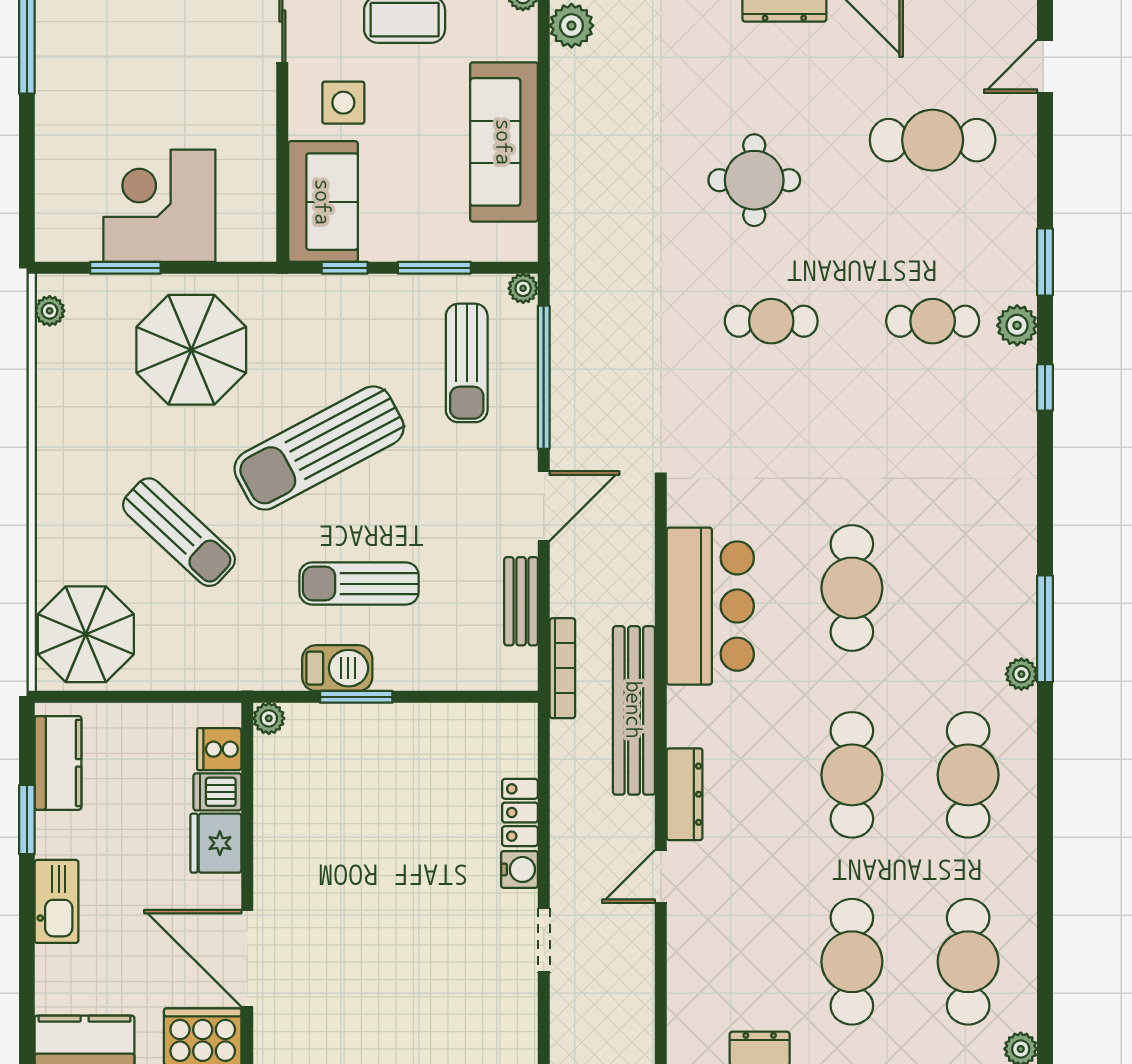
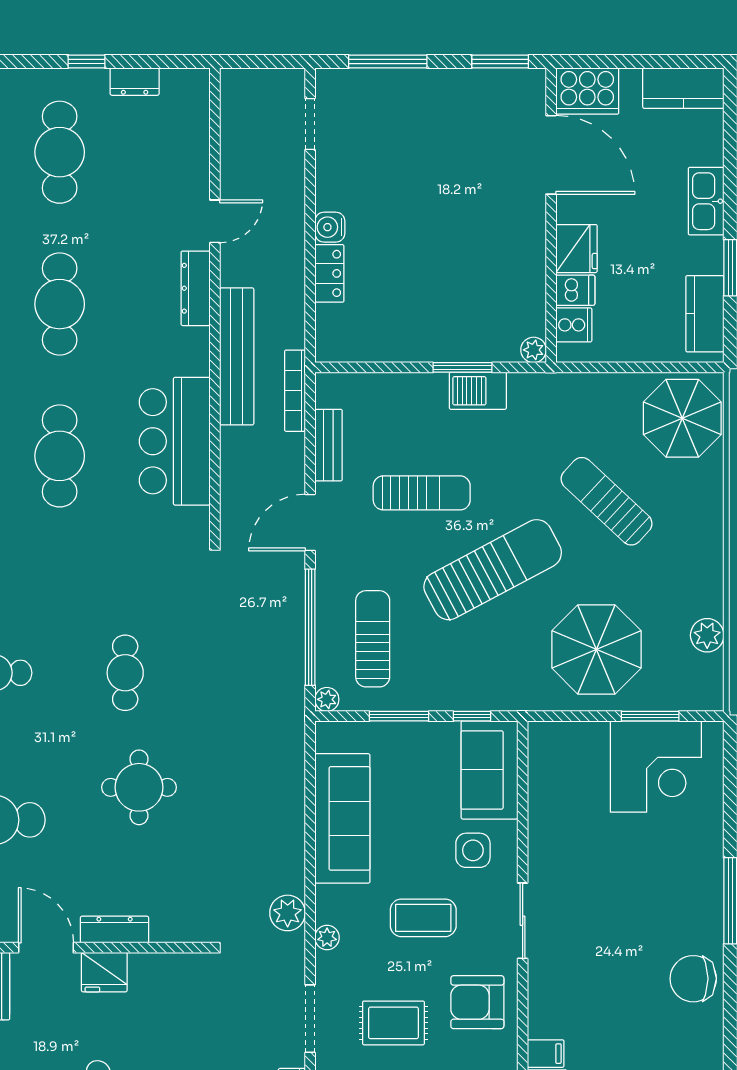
corner desk: (159, 206) -> (656, 767), moved
plant: (50, 311) -> (707, 635), moved, width x1.38, depth x1.38
cafe table: (771, 321) -> (125, 673), turned 90
sun lounger: (359, 584) -> (422, 493), moved
doorway: (544, 940) -> (310, 124), moved

